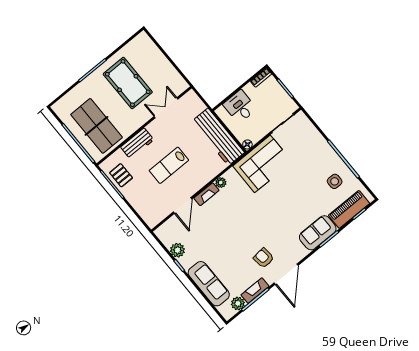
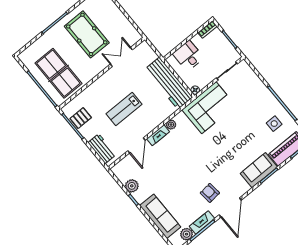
workbench: (137, 143) -> (102, 149), moved, turned -90
pallet: (121, 175) -> (81, 118), turned 90

